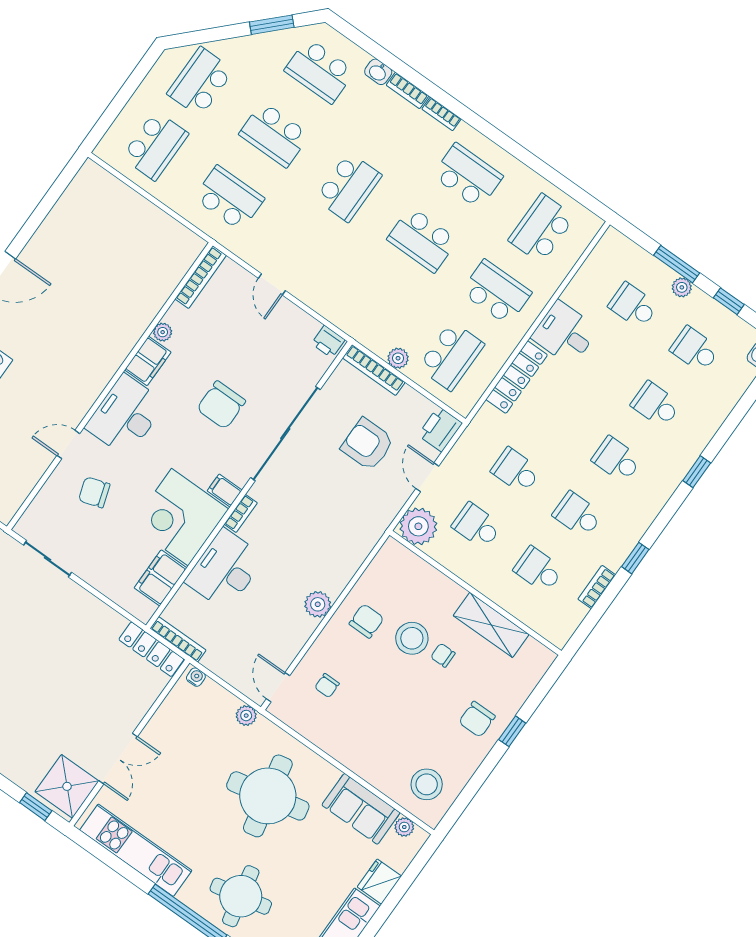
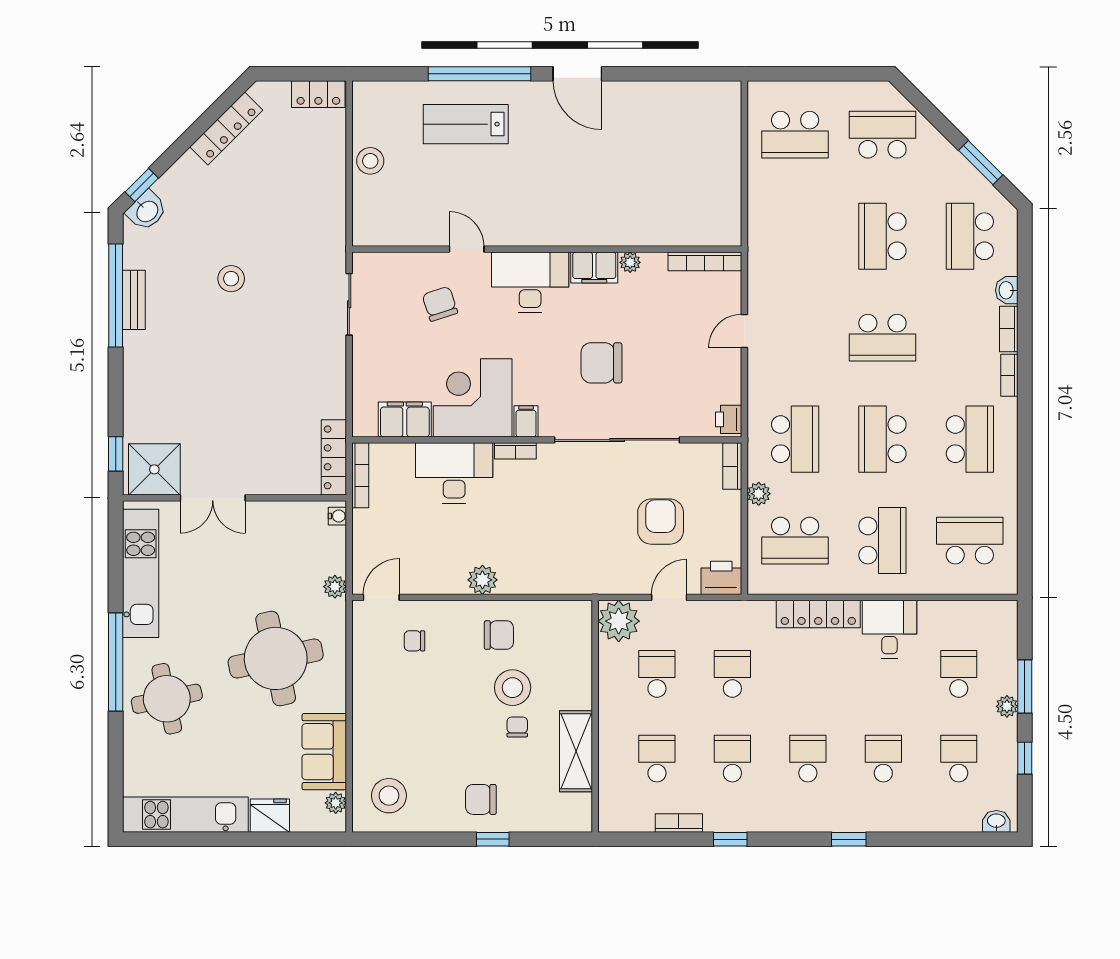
school desk: (229, 198) -> (795, 439), moved
bookcase: (374, 370) -> (732, 466), width x0.64

